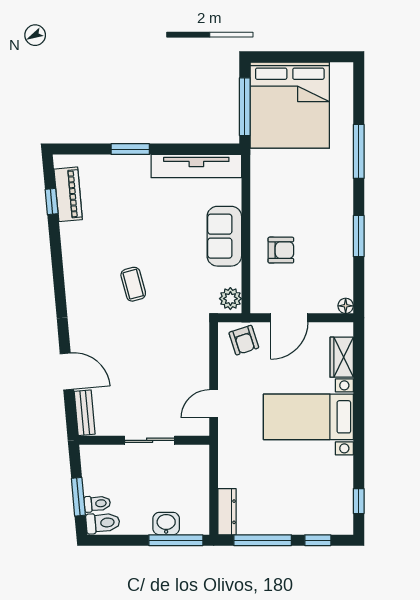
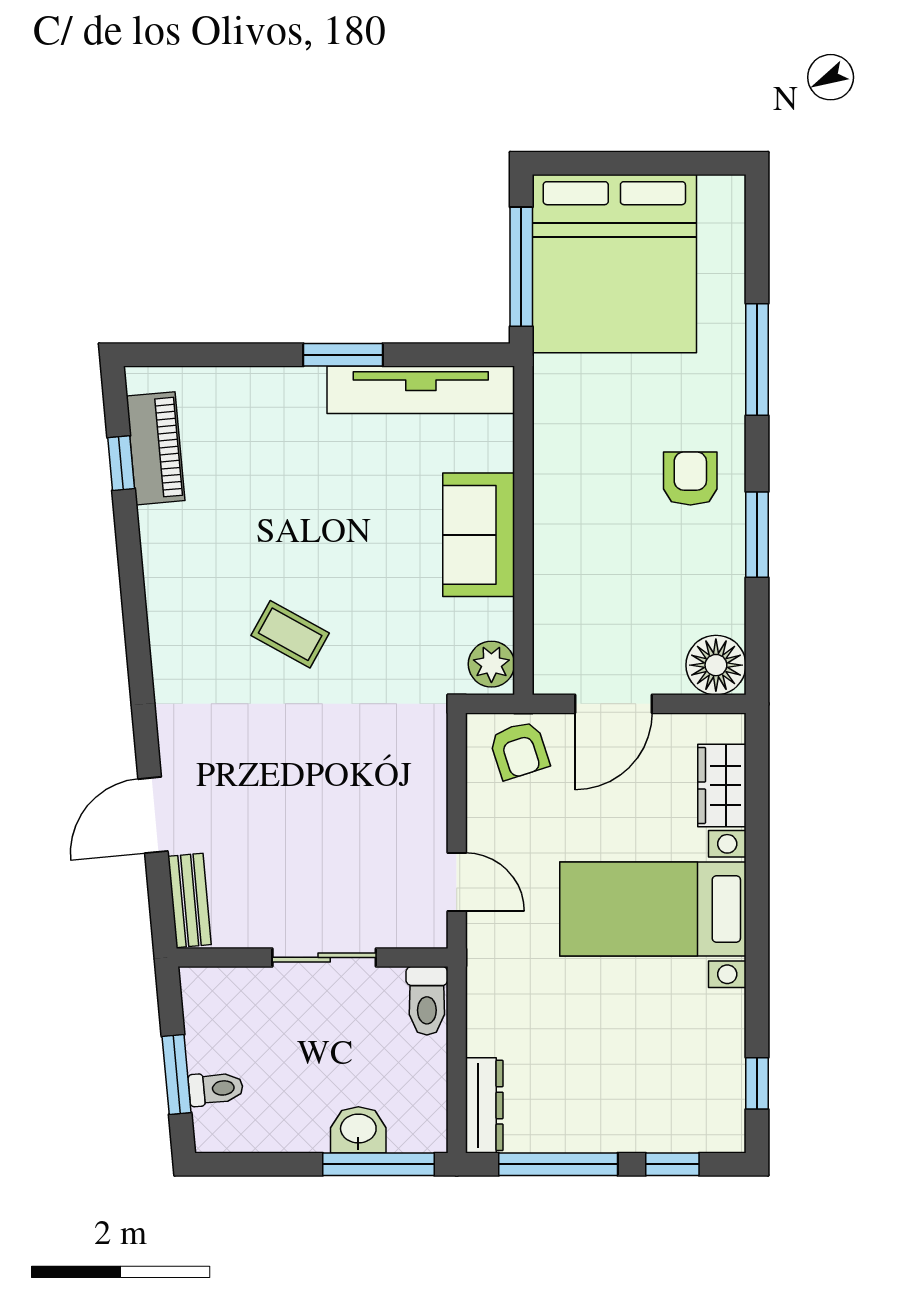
window: (130, 149) -> (343, 355), moved
armchair: (281, 250) -> (690, 479), moved, turned -90
coffee table: (133, 284) -> (290, 634), turned -46
floor lamp: (346, 306) -> (716, 665), width x1.89, depth x1.89
door: (67, 372) -> (153, 815), swing flipped
door: (214, 404) -> (457, 882), swing flipped
toilet: (103, 523) -> (427, 1001), moved, turned 95

